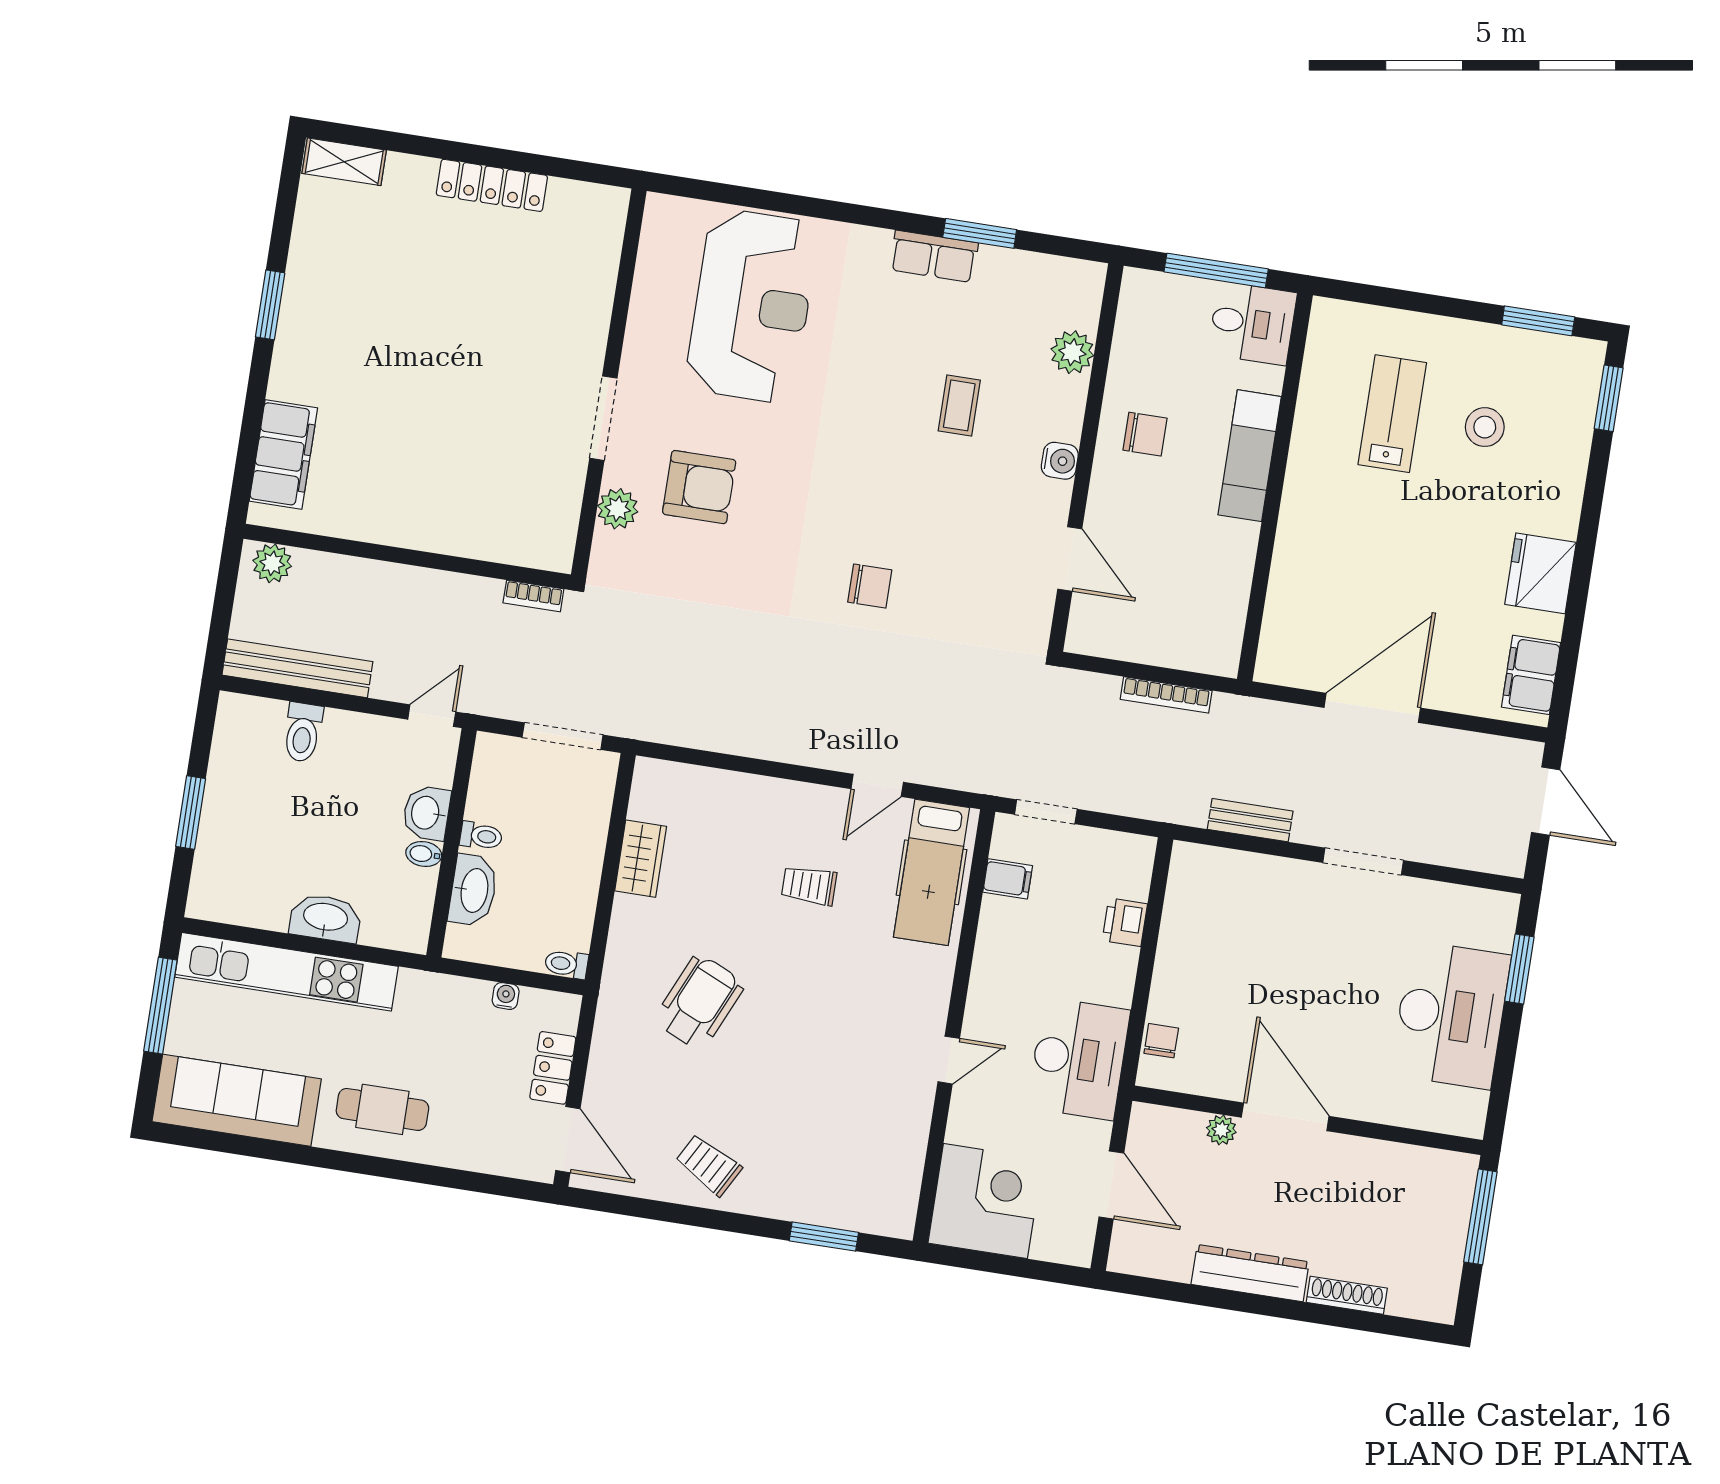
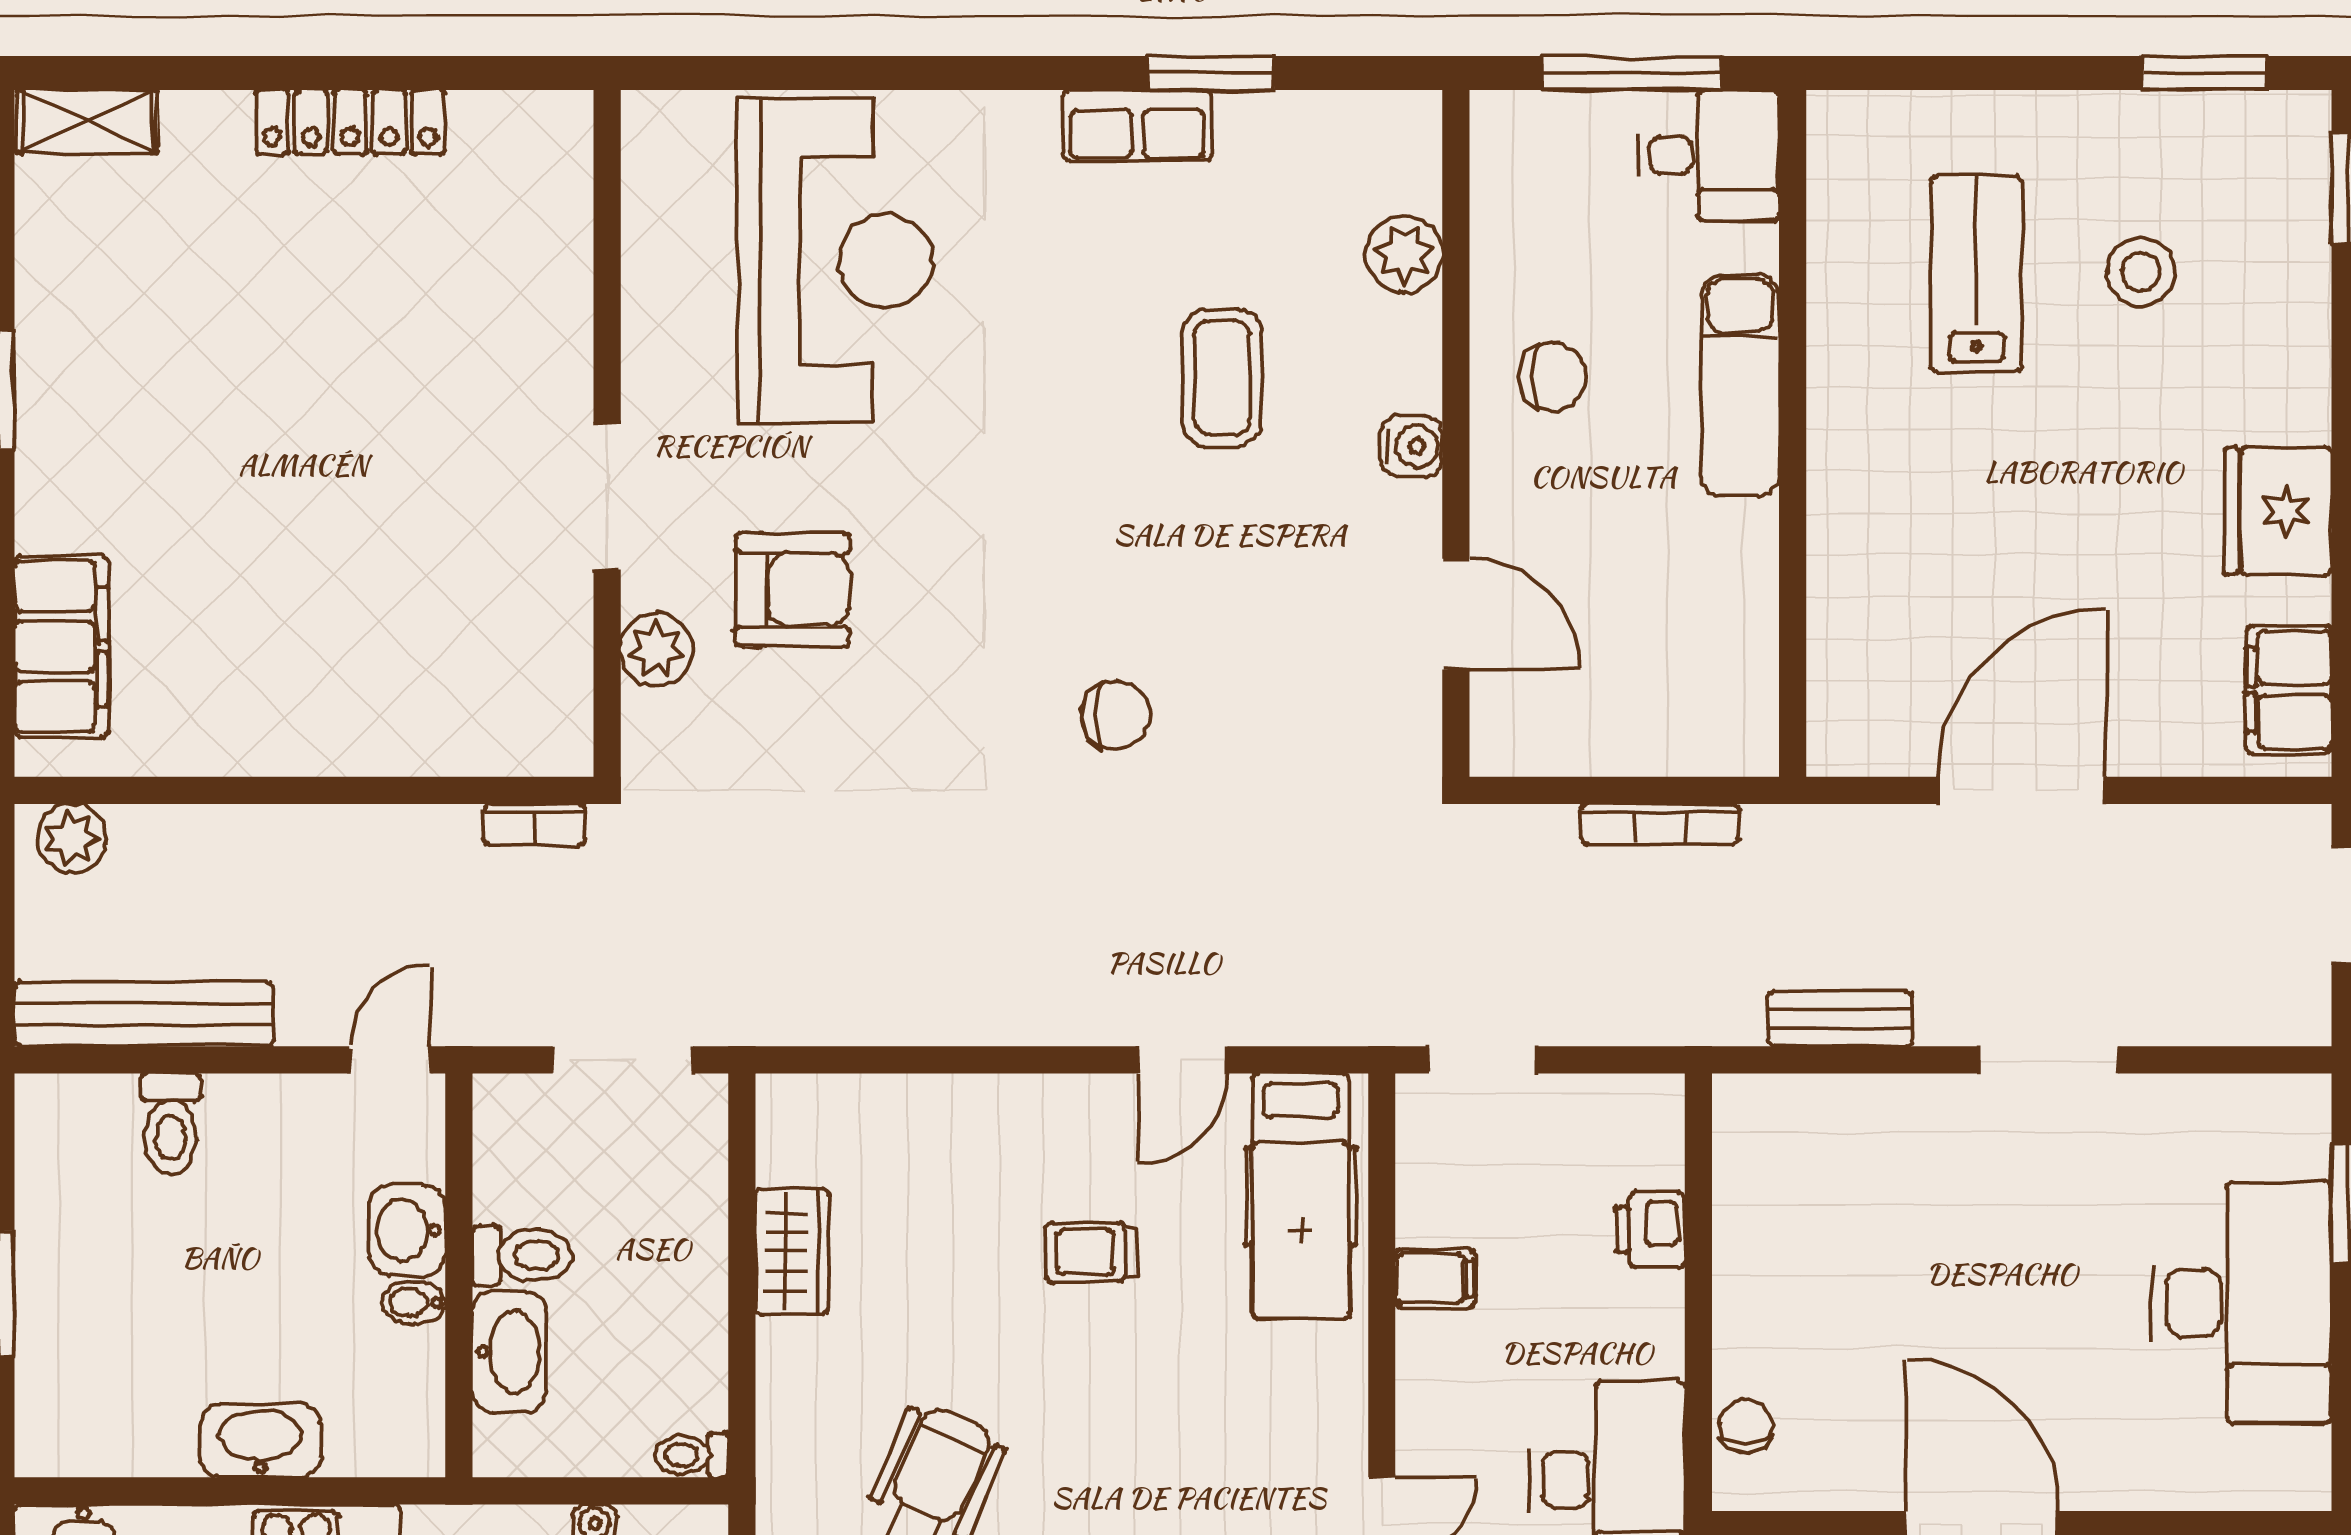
coffee table: (959, 405) -> (1222, 377), width x1.36, depth x1.30
toilet: (481, 836) -> (522, 1255), width x1.37, depth x1.39
filing cabinet: (1008, 879) -> (1435, 1278), moved

